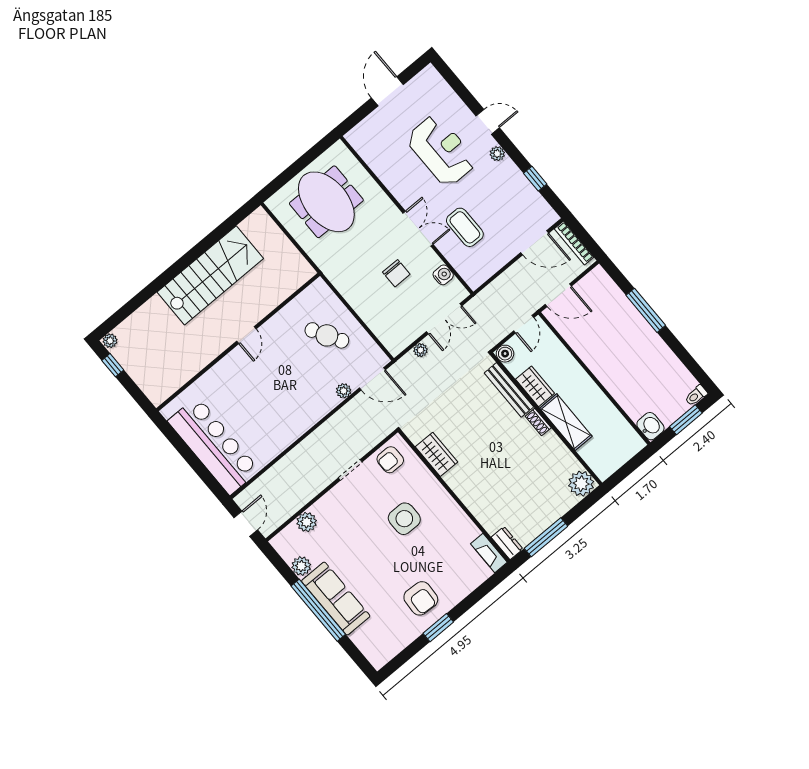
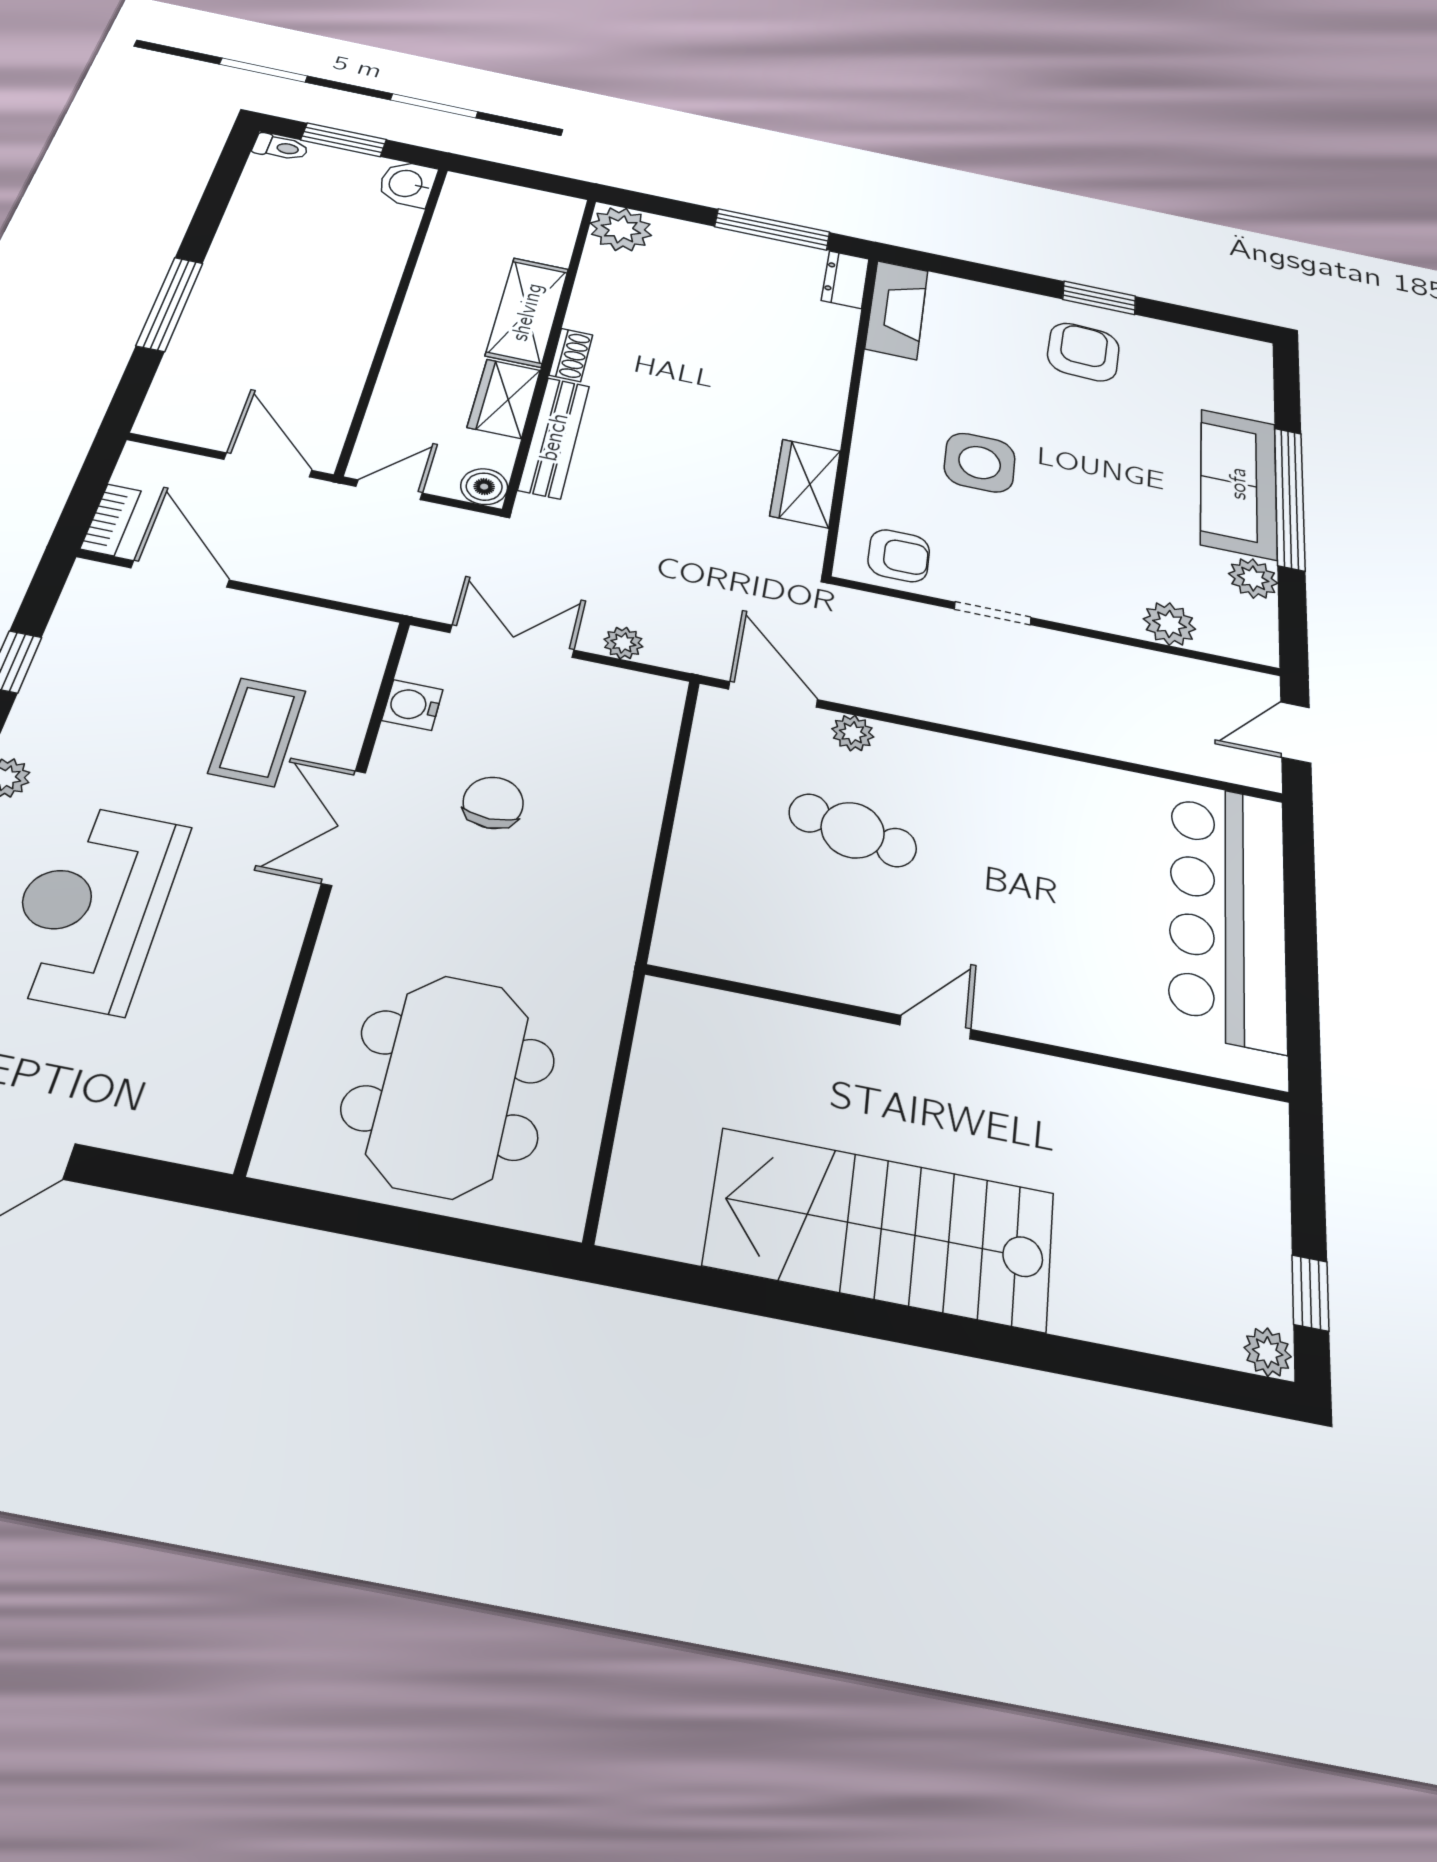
bookcase: (574, 243) -> (111, 520), width x0.64
cafe table: (327, 335) -> (853, 830), moved, turned -48
fireplace: (489, 553) -> (897, 310), width x1.37, depth x1.32

